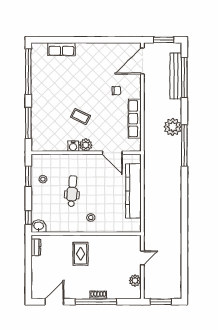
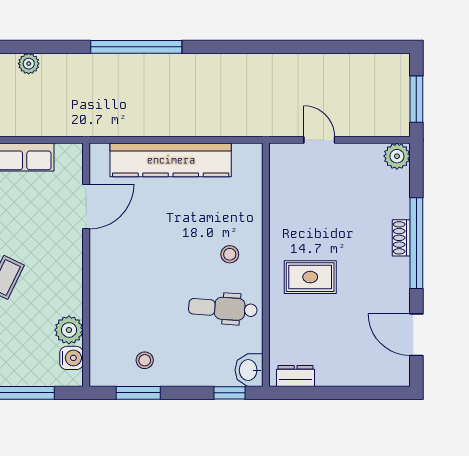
plant: (173, 127) -> (29, 64), width x0.53, depth x0.53
plant: (86, 145) -> (69, 330), moved
window: (184, 145) -> (136, 47), moved
water cooler: (73, 146) -> (72, 358), moved
dental chair: (72, 191) -> (223, 308), moved
plant: (135, 281) -> (397, 156), moved

